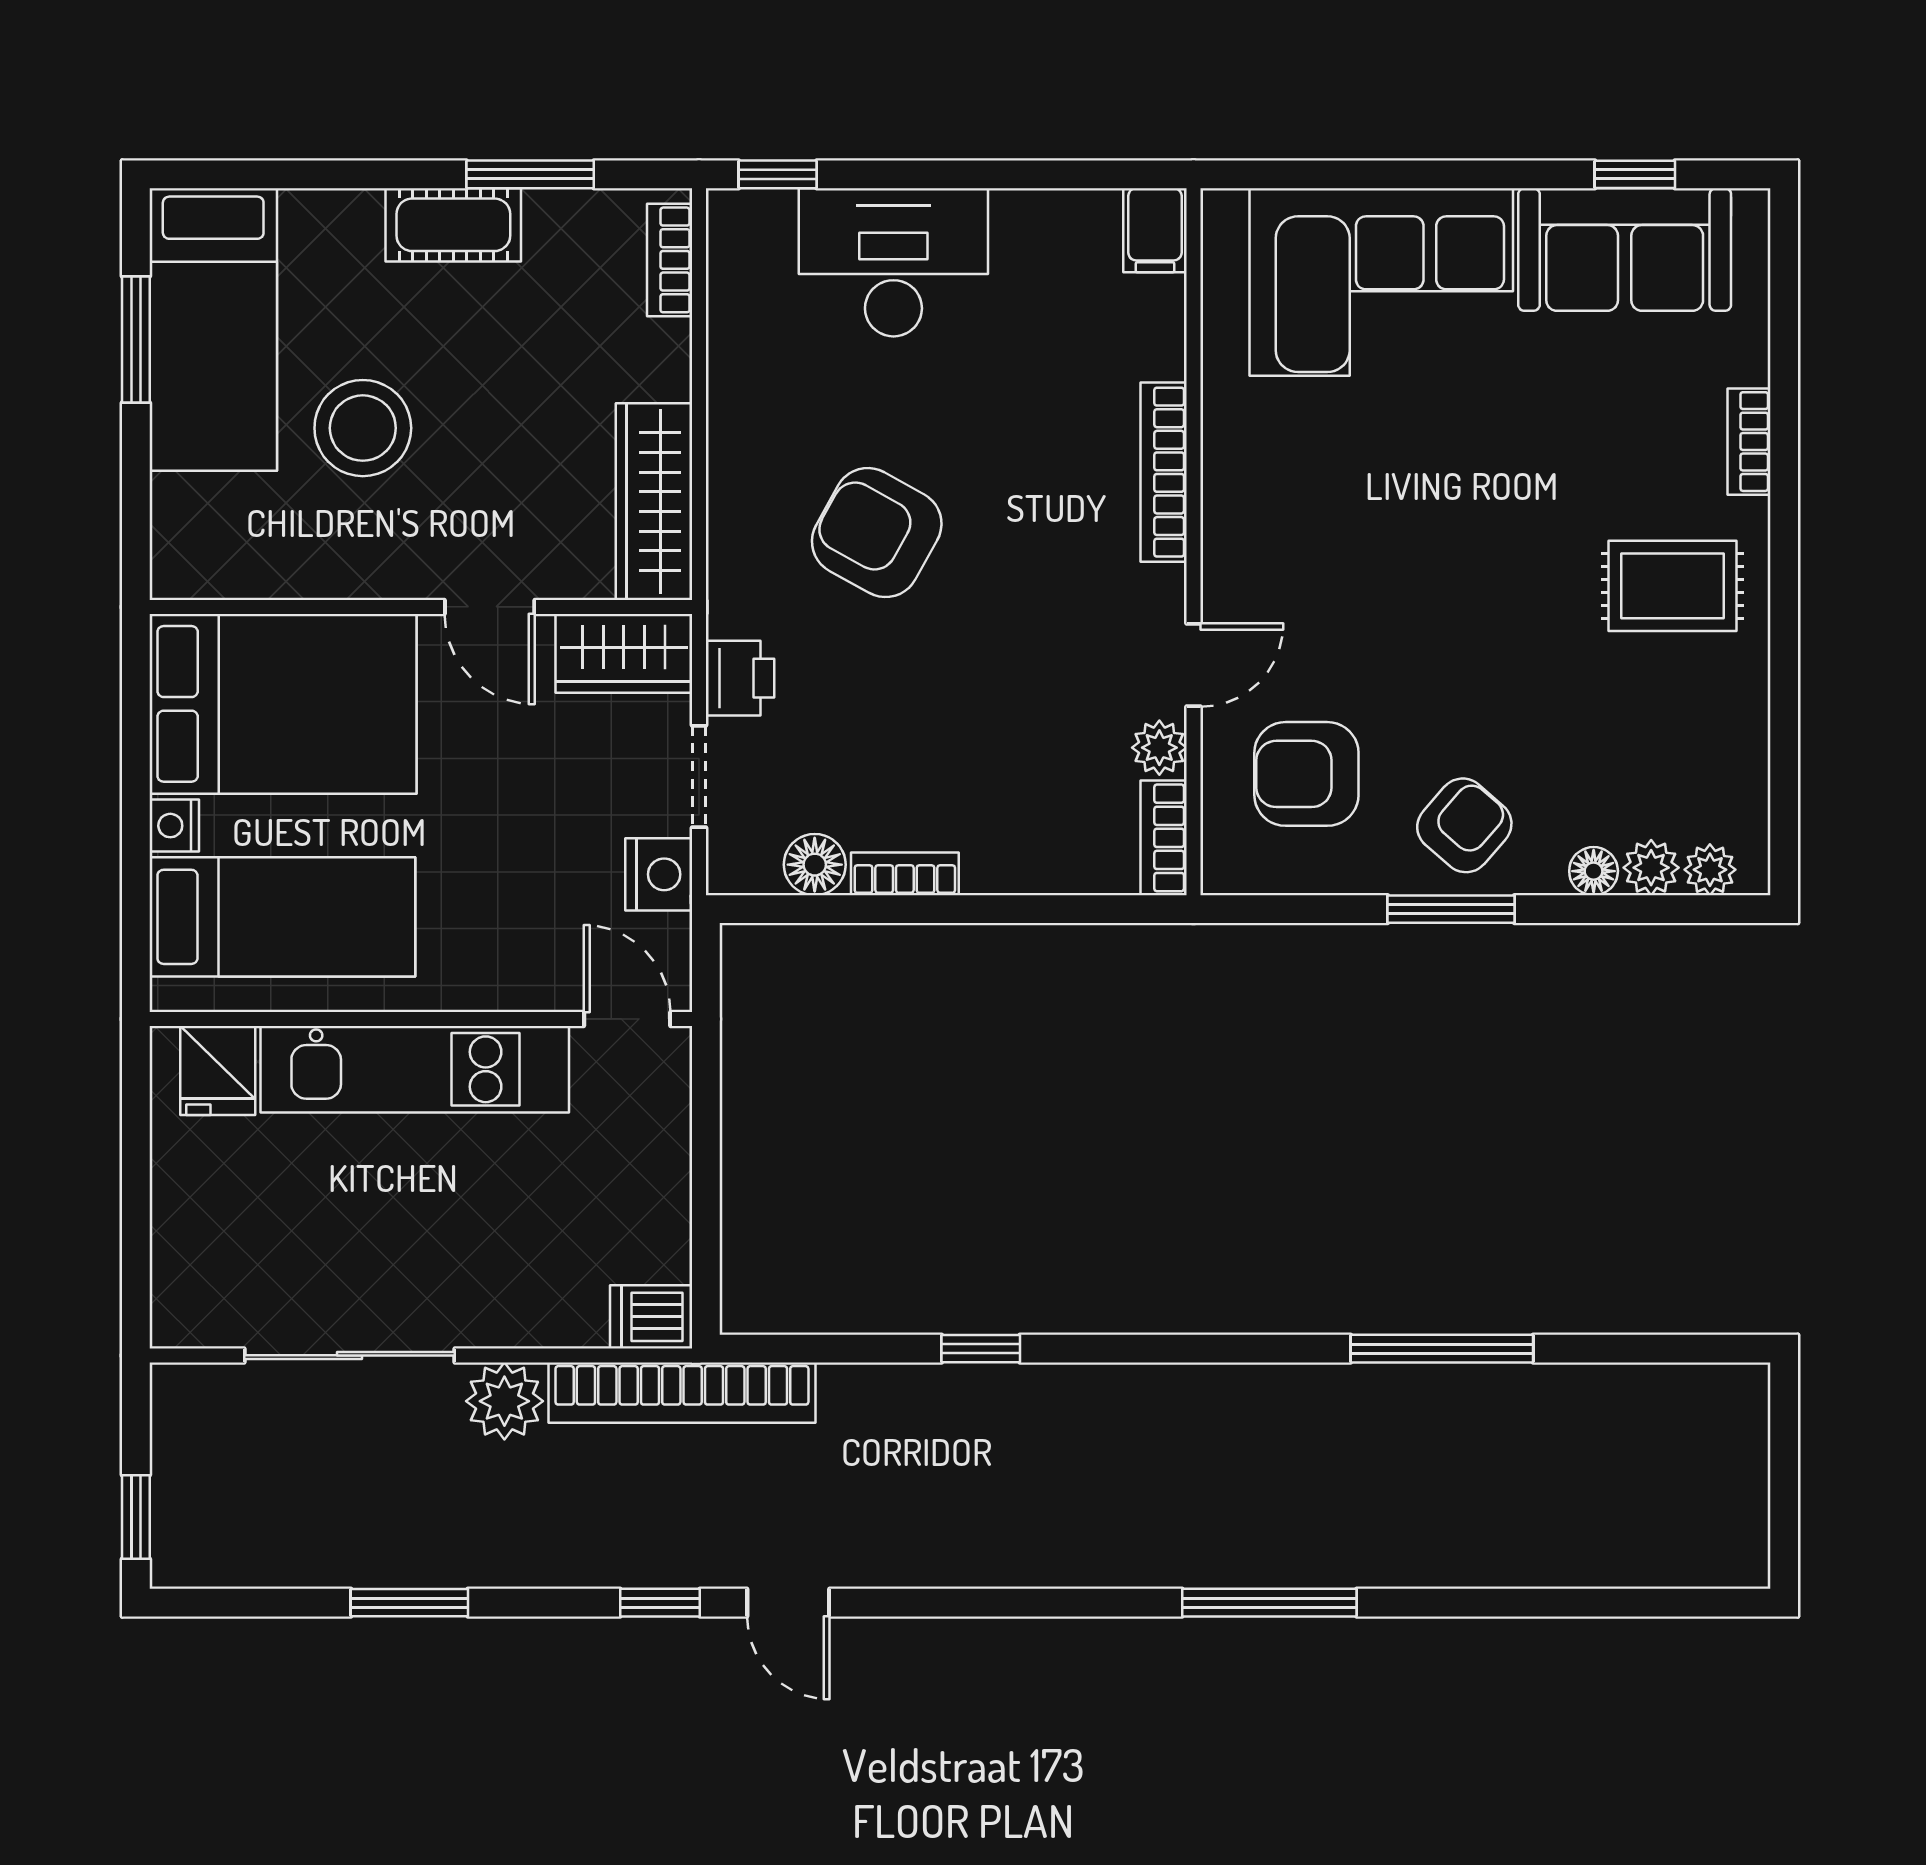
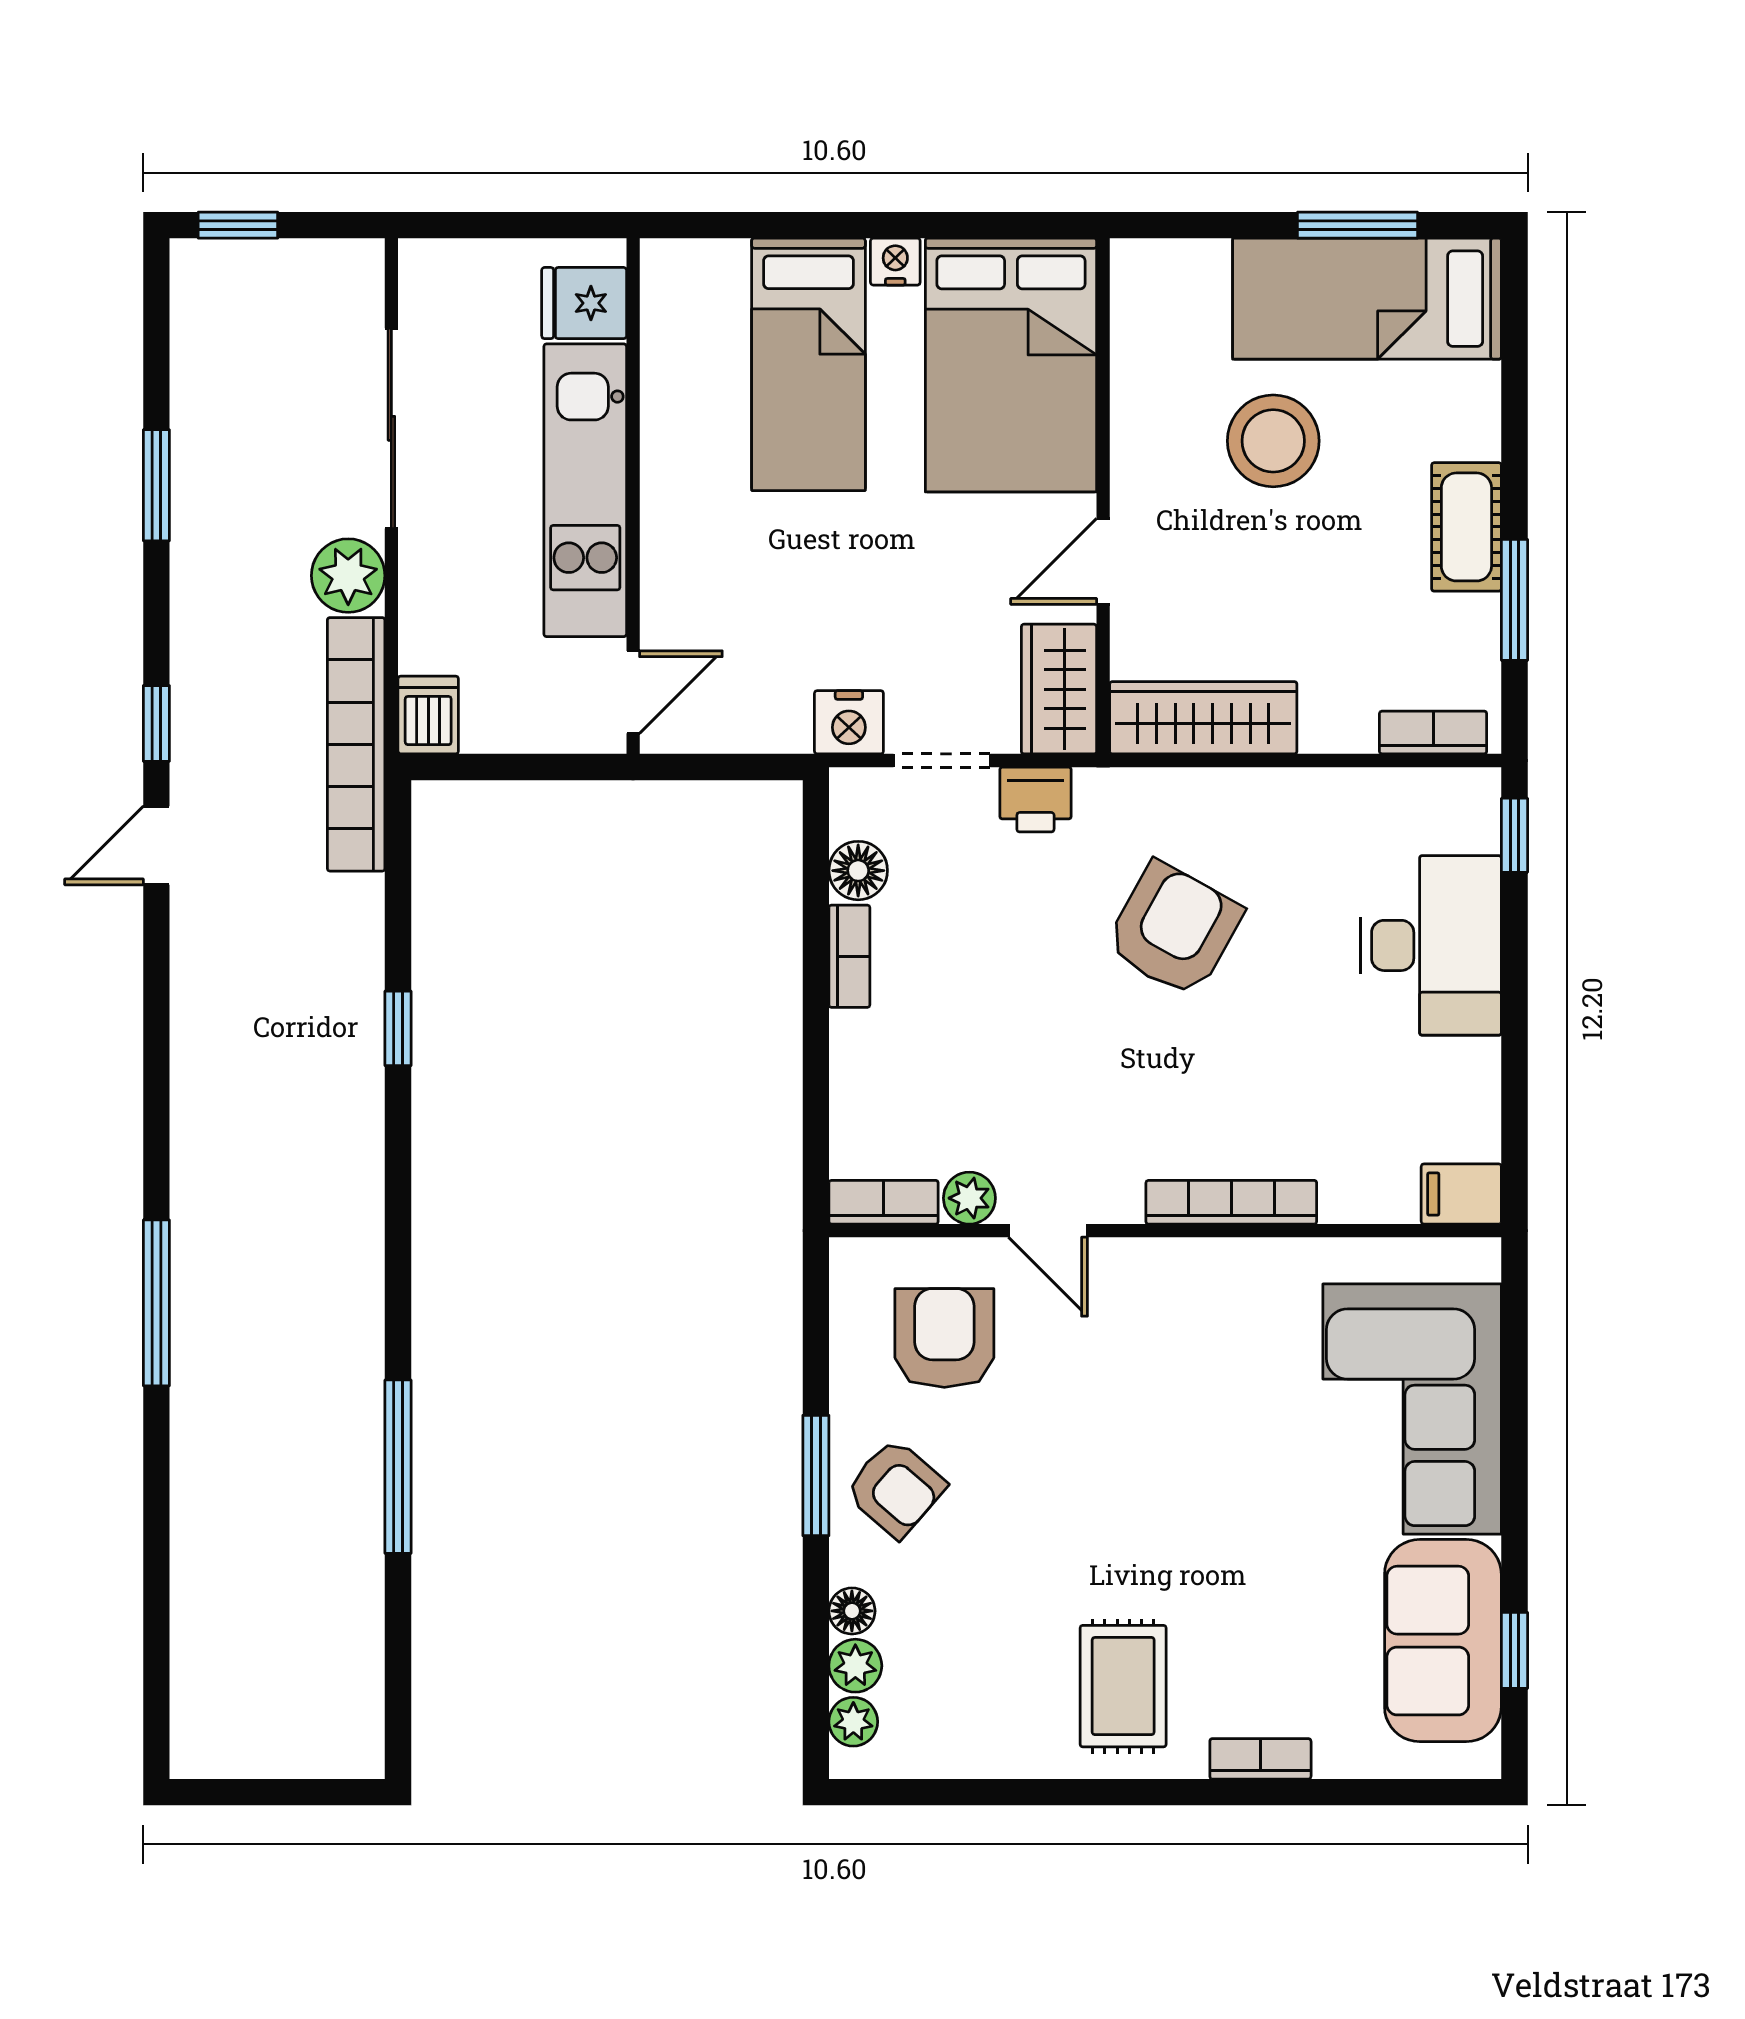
wall: (421, 1019) -> (633, 496), moved
door: (627, 1019) -> (633, 692), moved
kitchen unit: (415, 1069) -> (585, 490), moved
fridge: (218, 1070) -> (584, 303), moved

